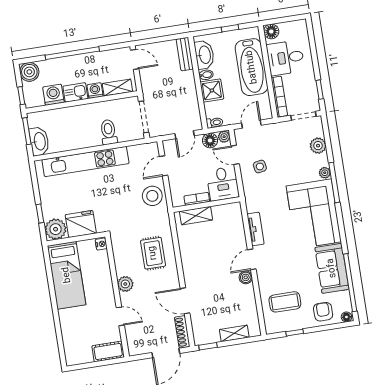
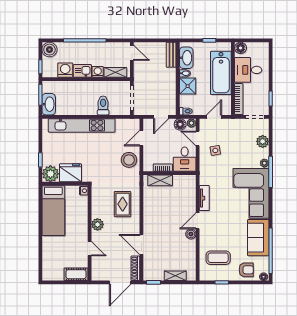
armchair: (323, 312) -> (246, 270), turned 90

